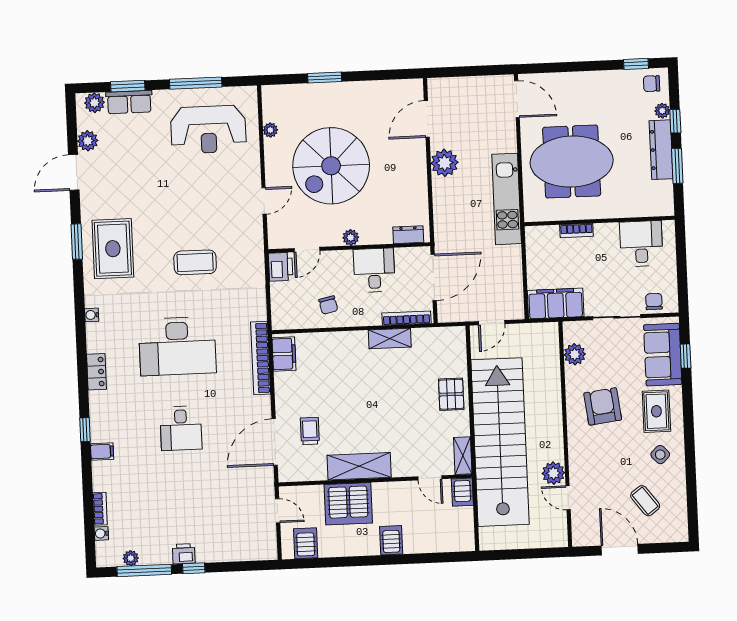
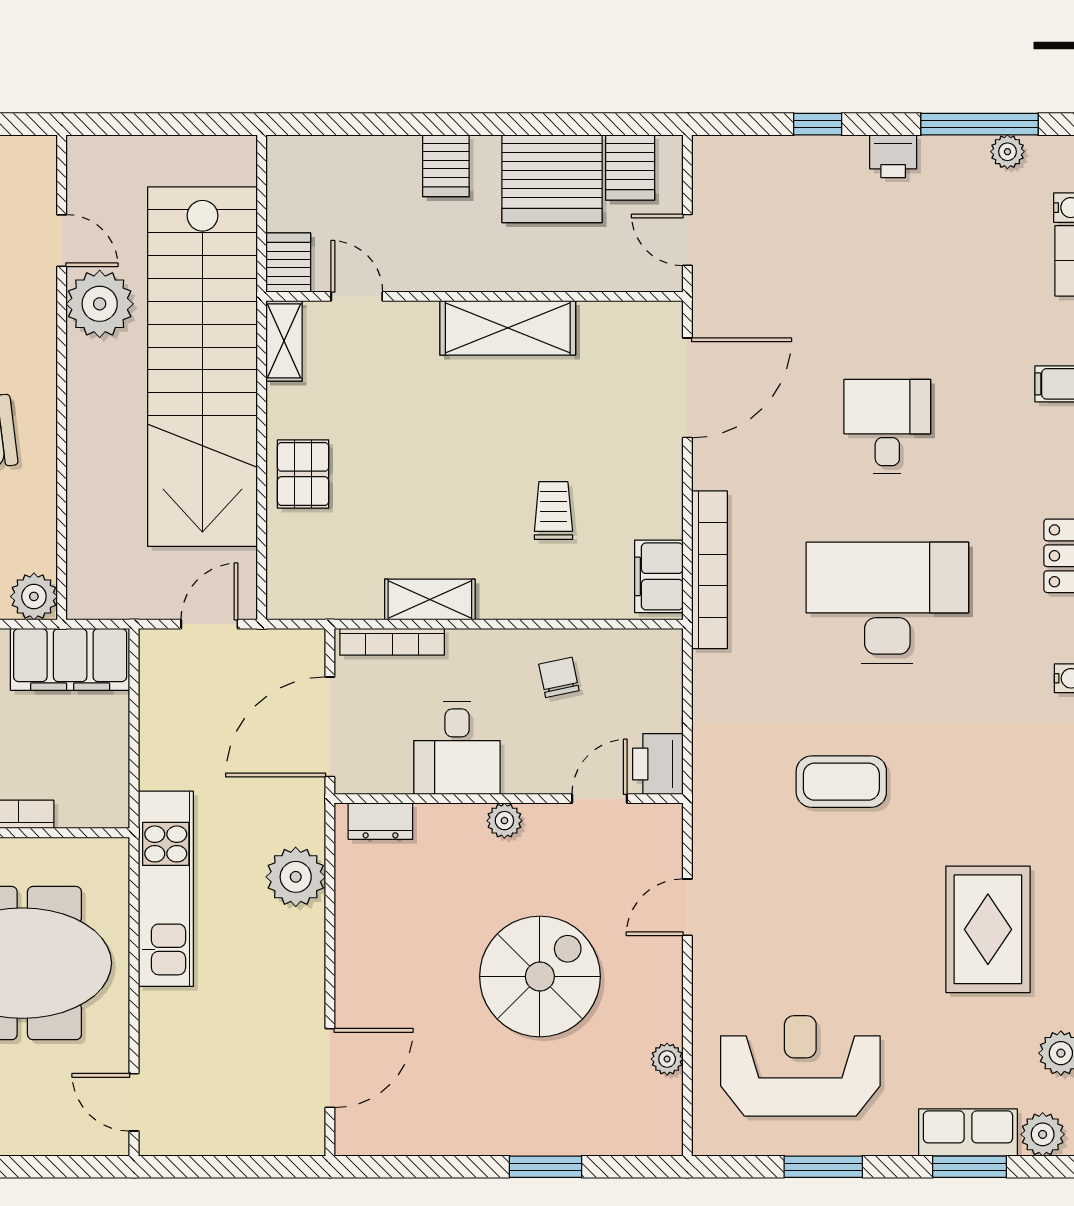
window: (196, 83) -> (823, 1167), width x0.69
door: (517, 99) -> (134, 1102), width x0.73
plant: (445, 163) -> (296, 877), moved
spiral stairs: (331, 166) -> (540, 976), width x0.73, depth x0.73
rug: (113, 249) -> (988, 929), moved
plant: (575, 354) -> (34, 596), moved
trolley: (310, 431) -> (553, 511), moved, turned 180
plant: (553, 473) -> (100, 304), width x1.36, depth x1.36
server rack: (348, 504) -> (552, 179), moved, turned 180
window: (194, 568) -> (818, 124), moved

